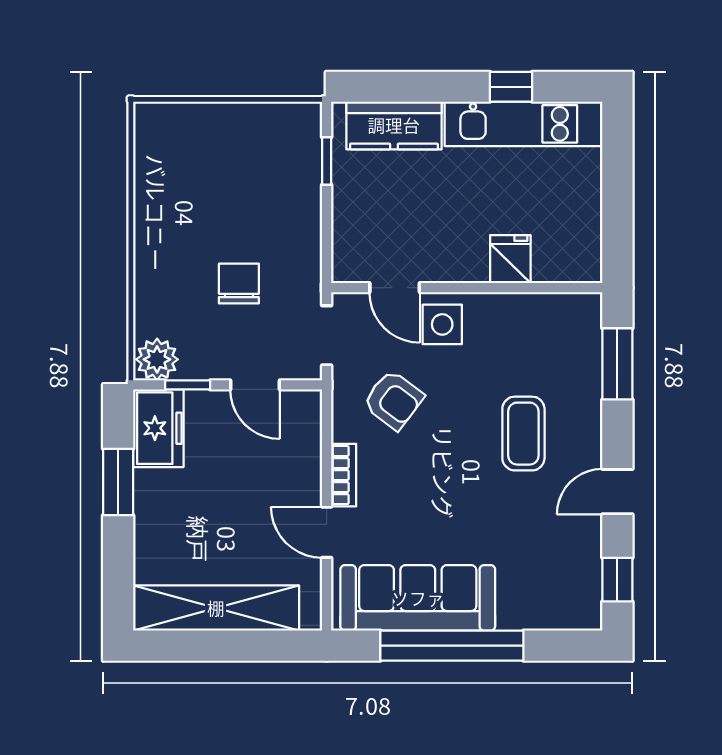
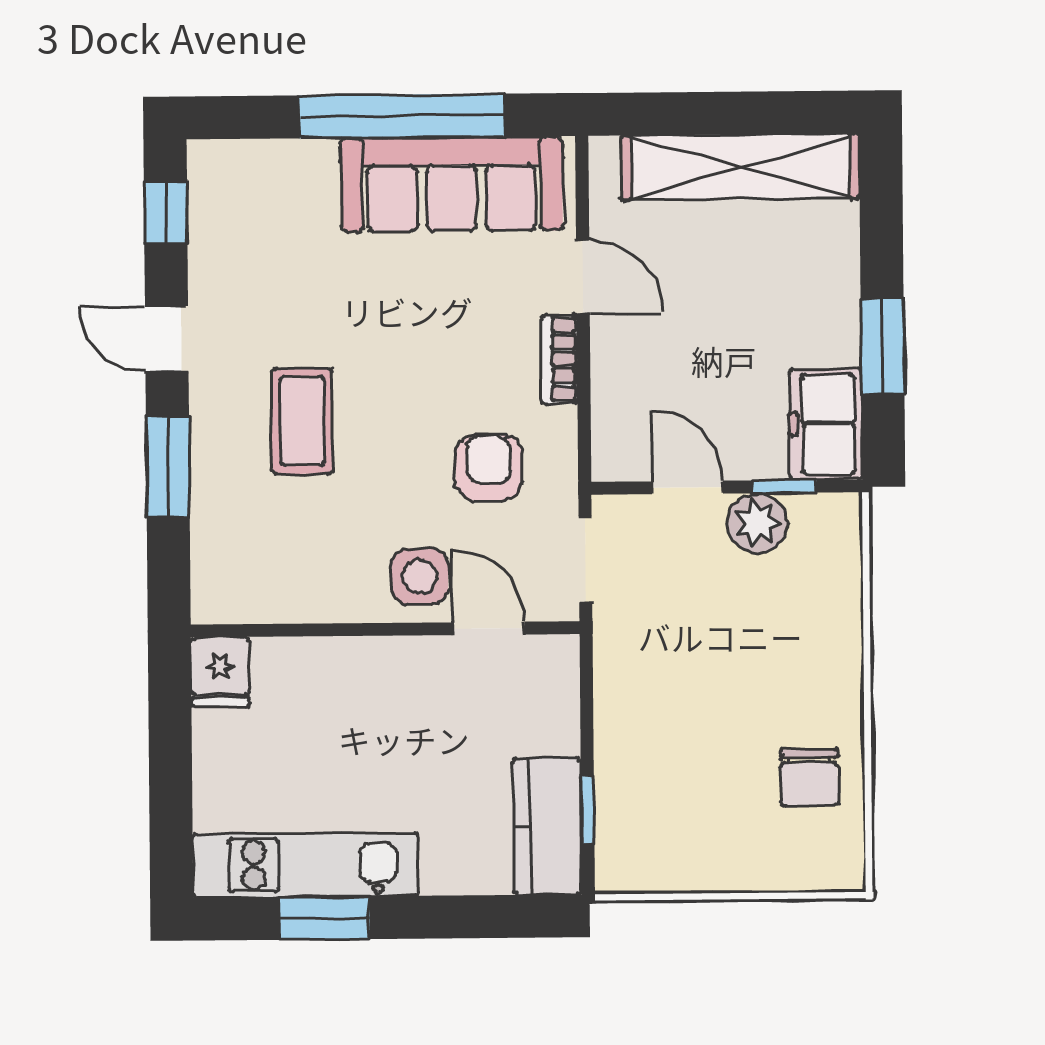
window: (511, 87) -> (324, 918), width x1.50
kitchen counter: (394, 125) -> (547, 826), moved, turned -90
fridge: (510, 259) -> (220, 672), moved
chair: (239, 283) -> (809, 777), moved
plant: (157, 359) -> (757, 523), moved
window: (617, 364) -> (168, 466), moved
armchair: (393, 400) -> (489, 467), turned 53
door: (617, 492) -> (167, 339), swing flipped

